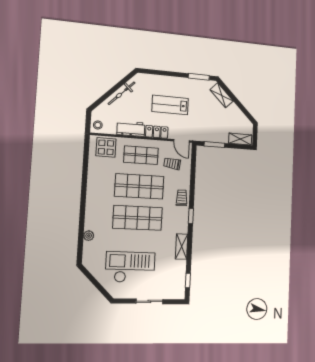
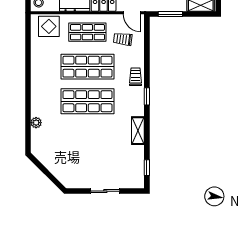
checkout: (130, 267) -> (82, 155), removed

